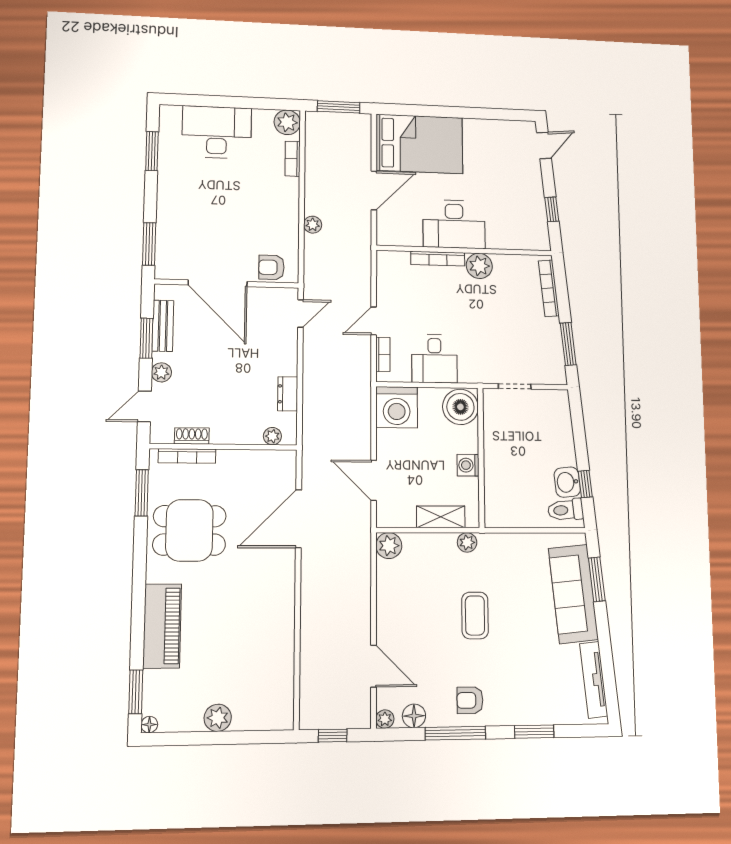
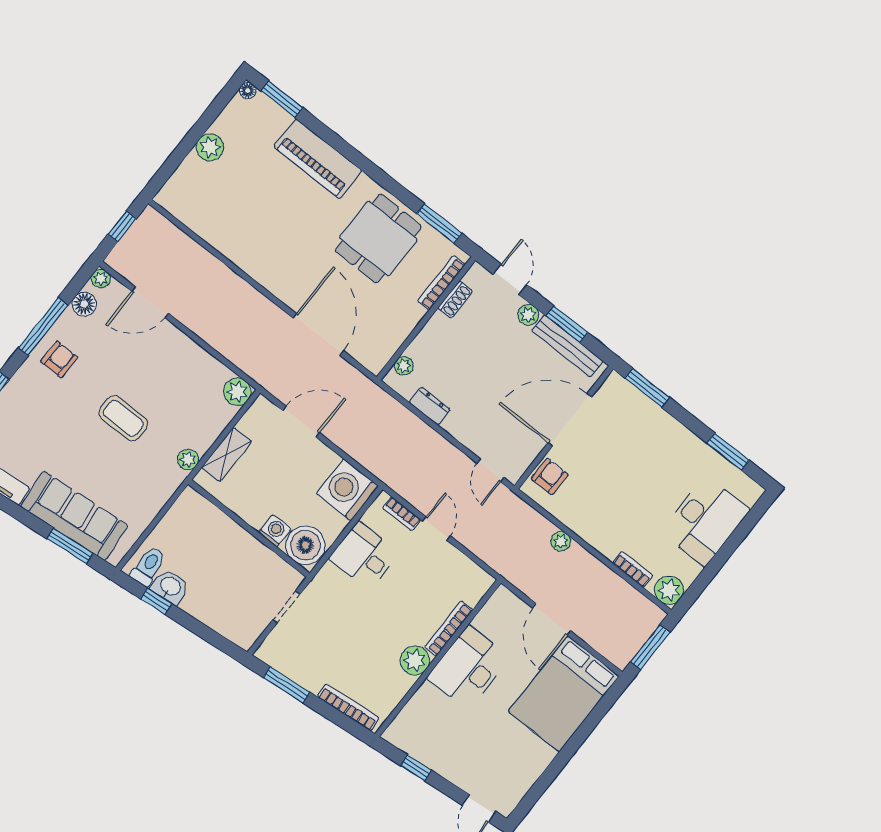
bench: (163, 326) -> (567, 346), width x1.36
washing machine: (468, 465) -> (275, 531), moved

